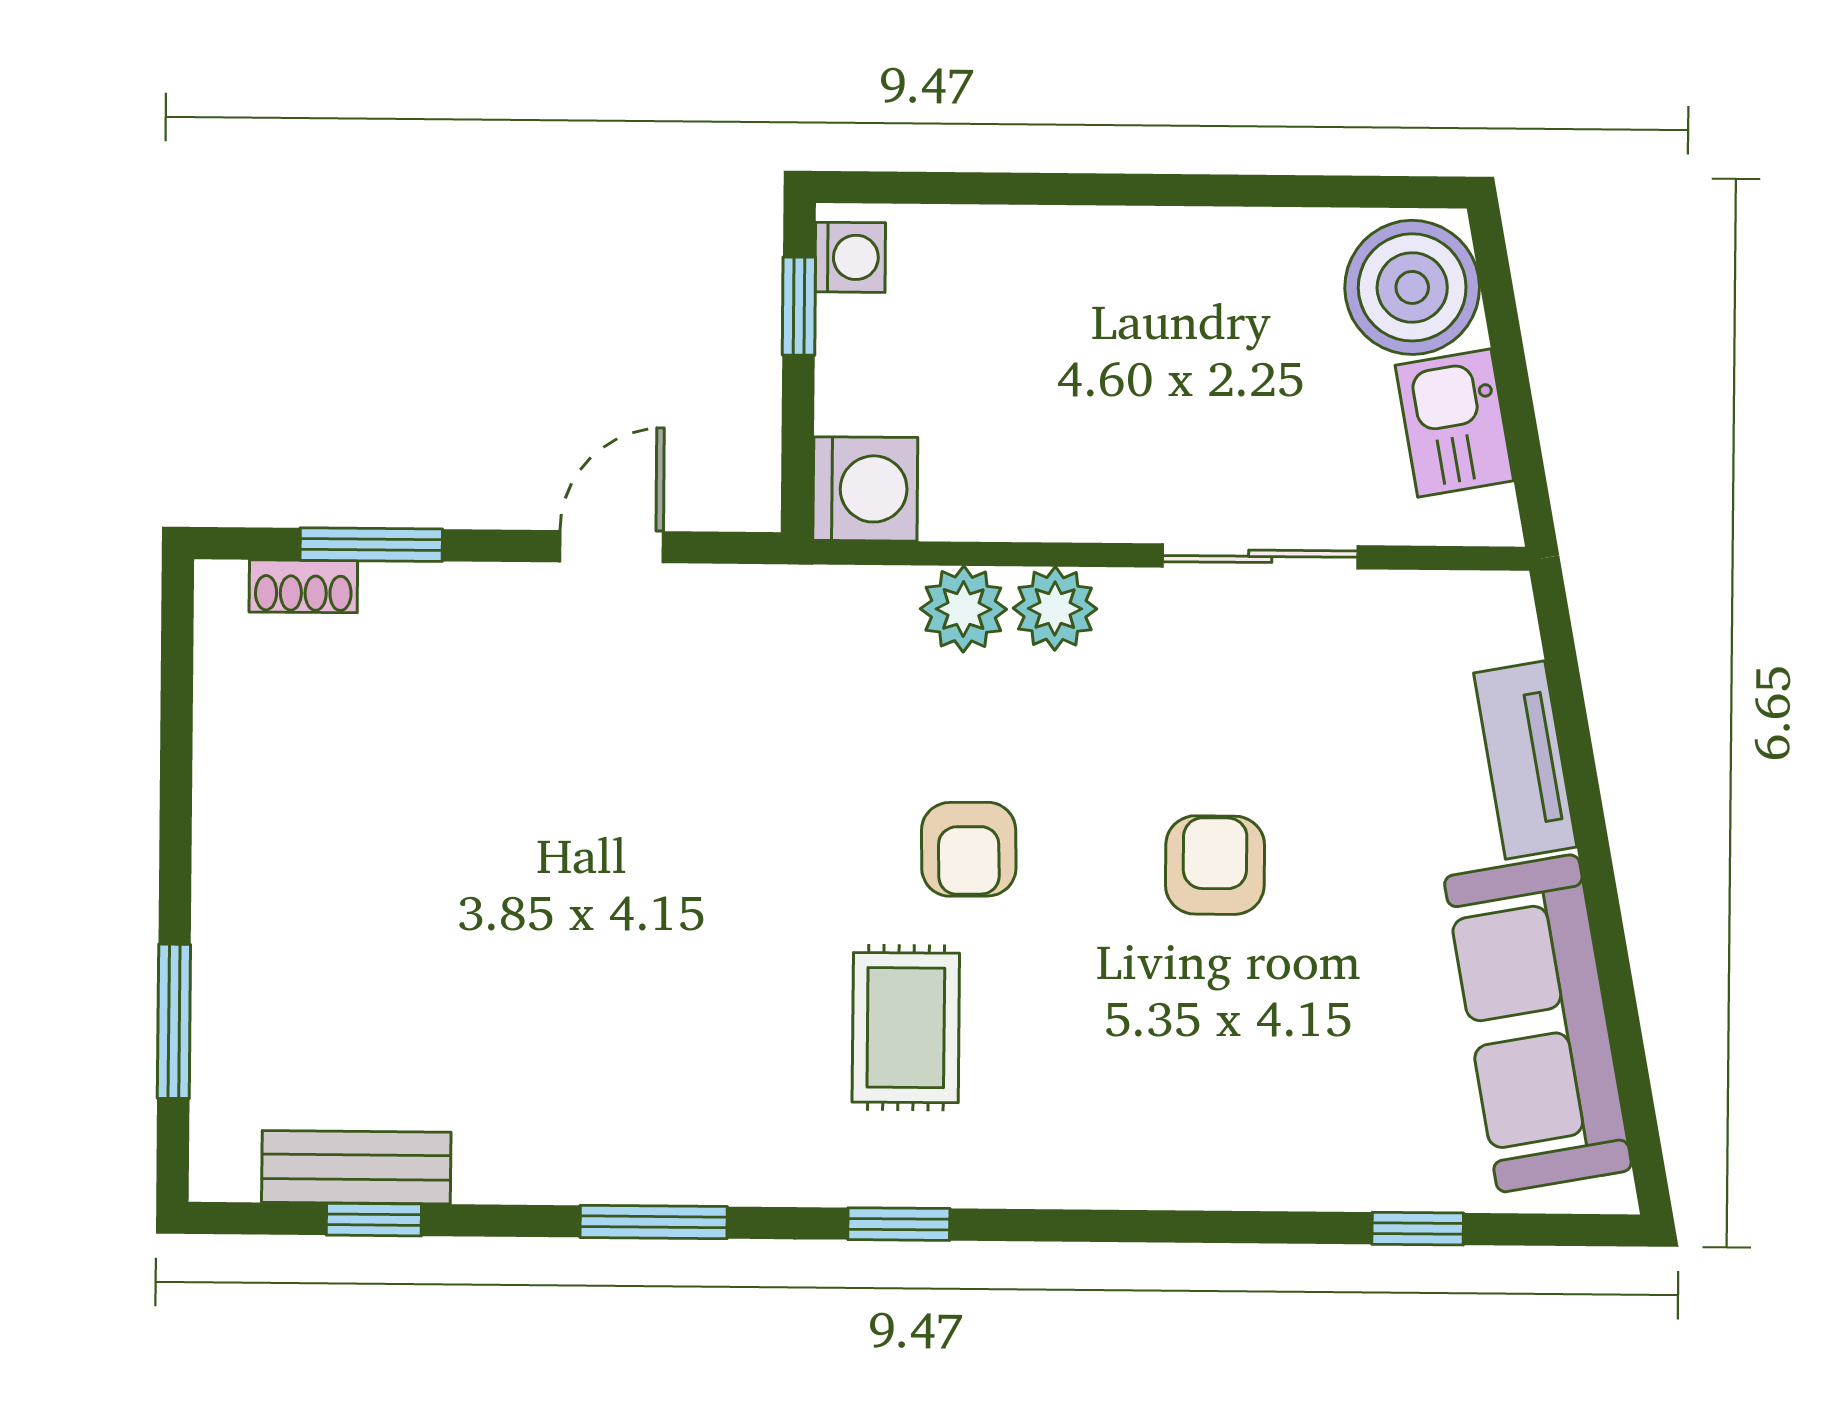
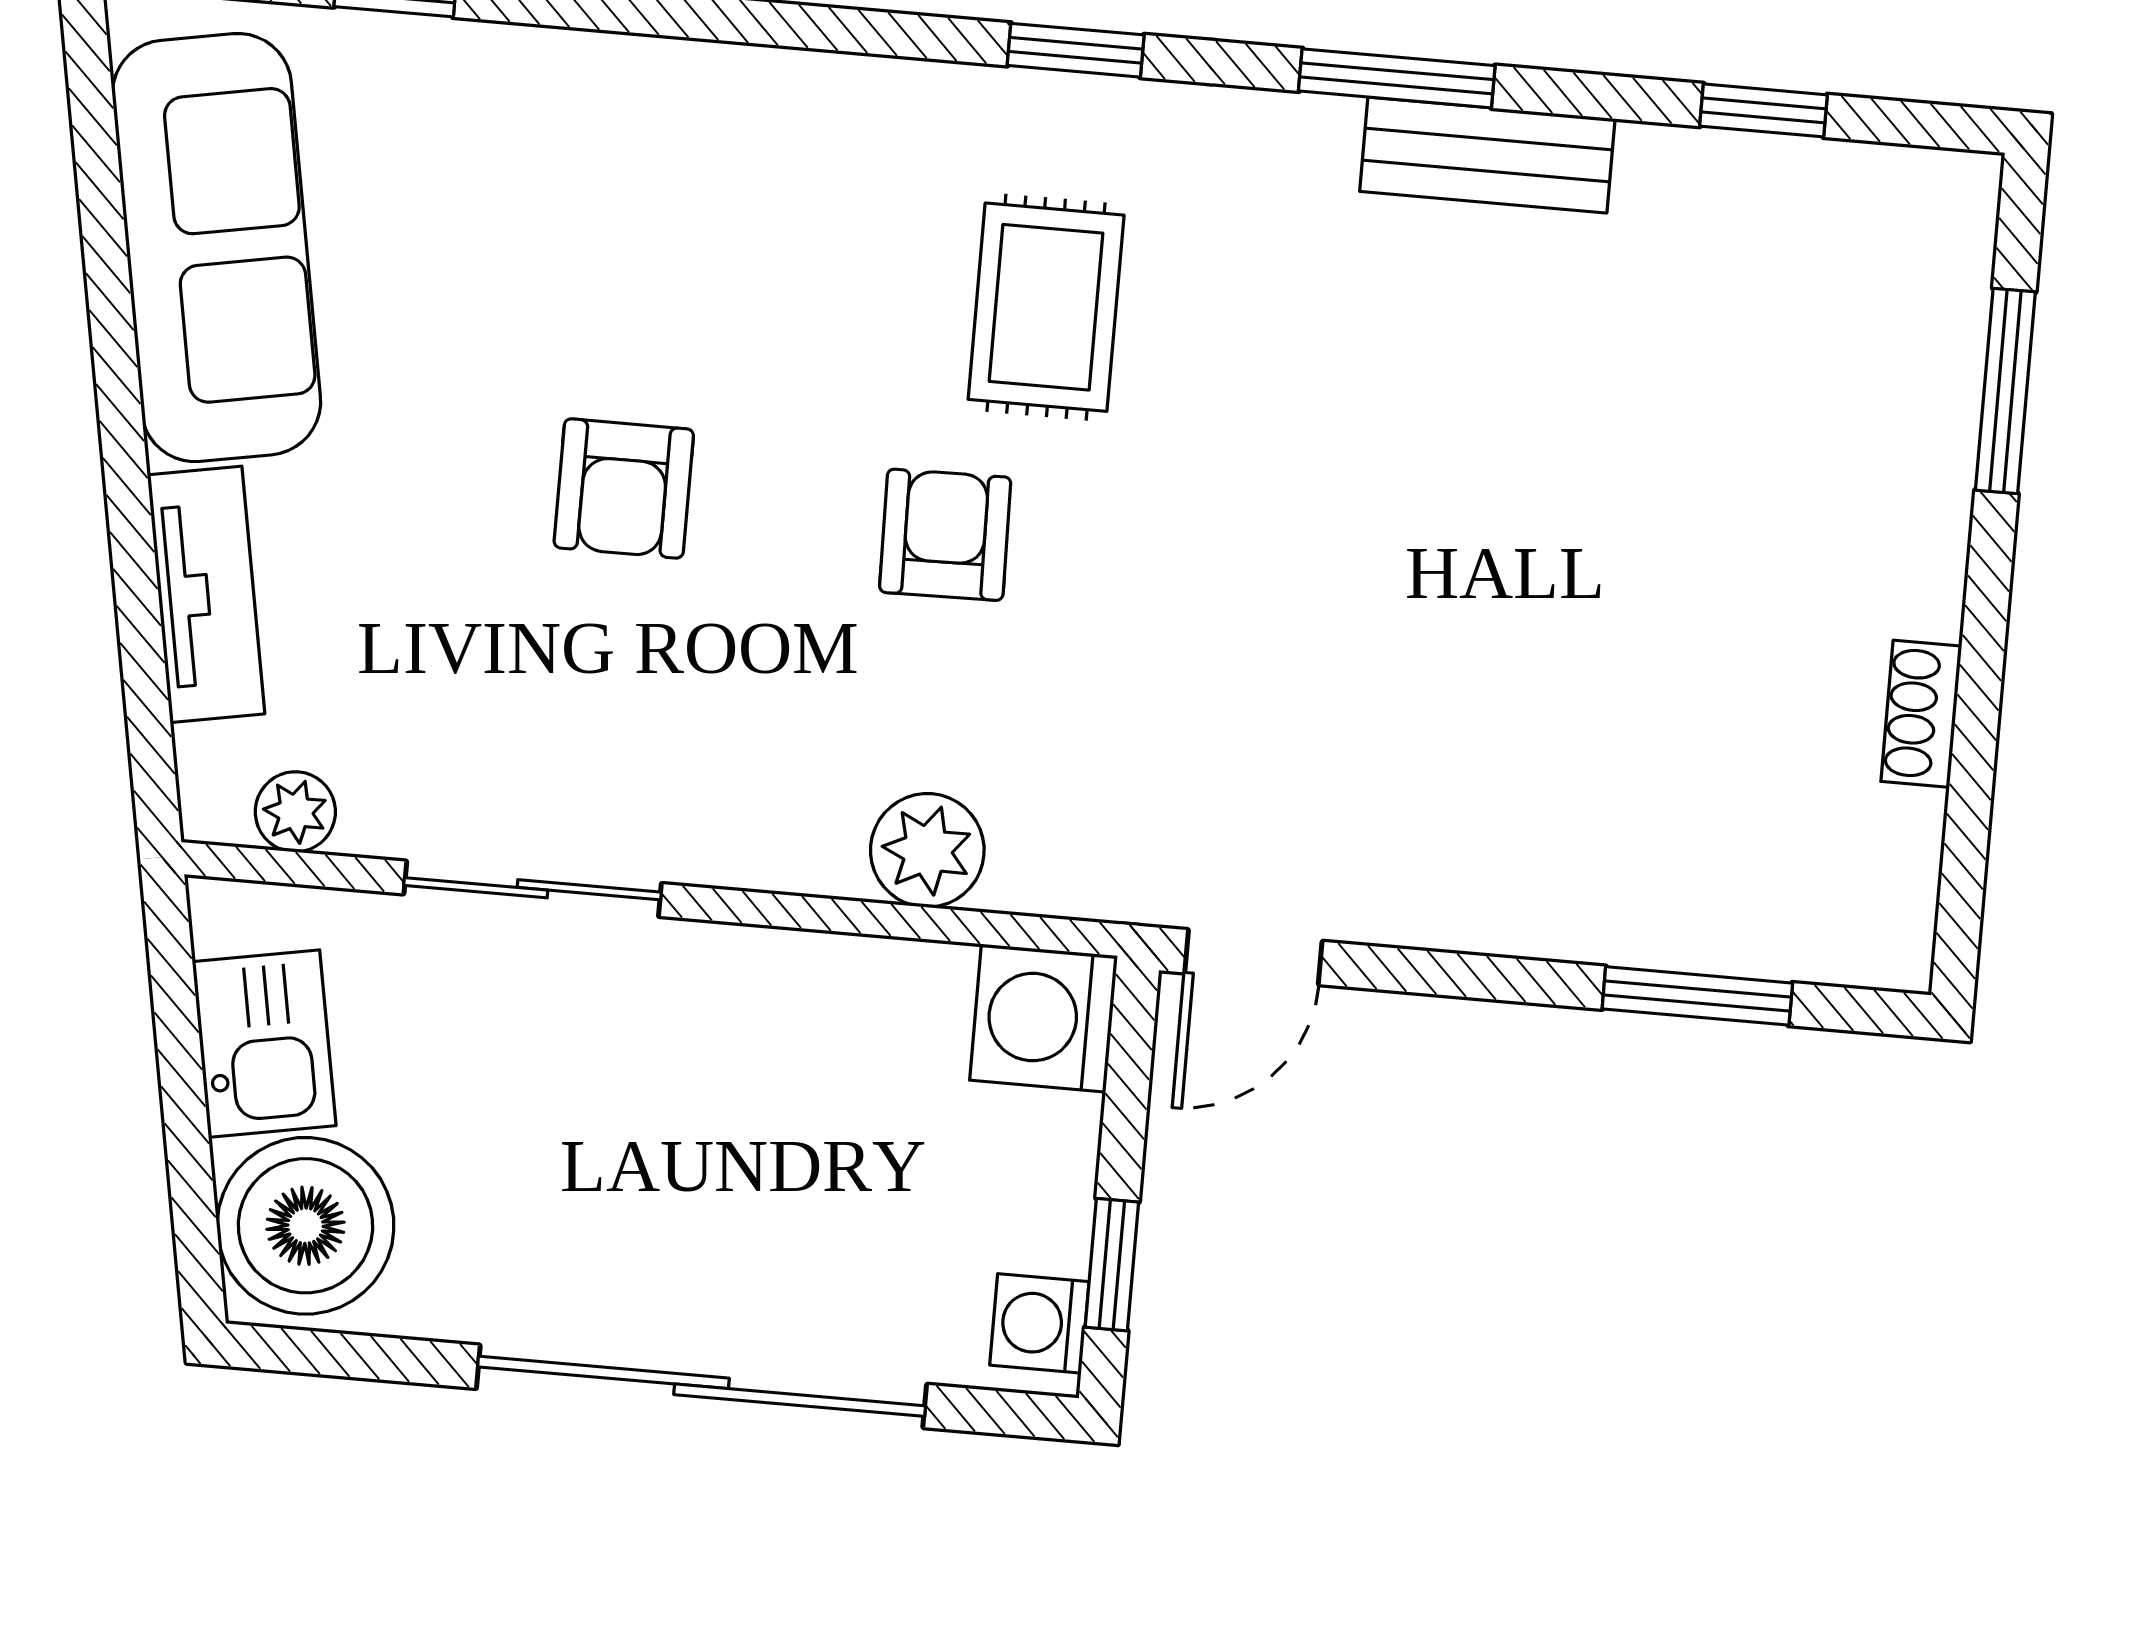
sliding door: (1103, 189) -> (702, 1386), added
door: (612, 547) -> (1253, 957), moved
shoe rack: (303, 586) -> (1921, 714), moved, turned -90
plant: (1055, 609) -> (295, 812), moved, width x0.73, depth x0.73
bench: (356, 1167) -> (1487, 155), moved

